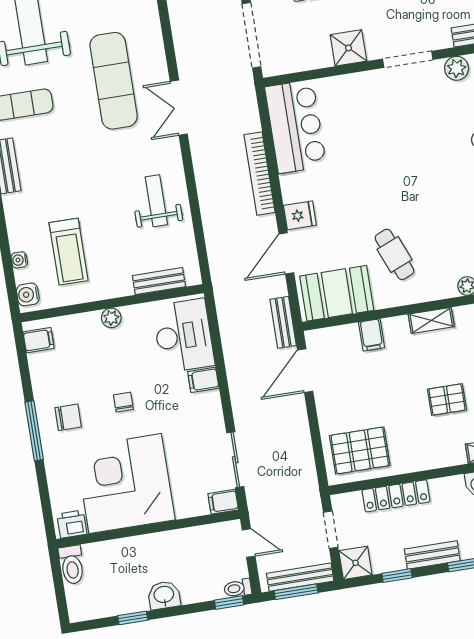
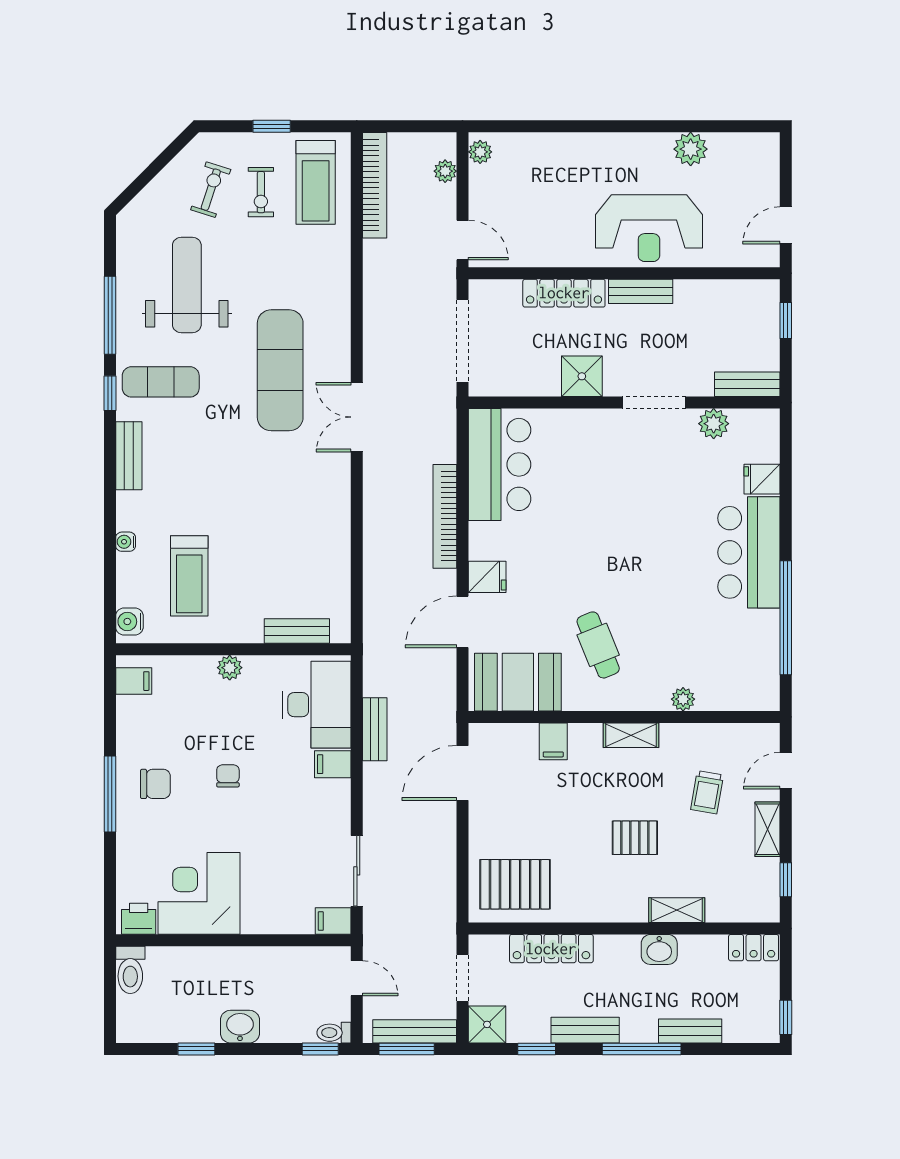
weight bench: (156, 201) -> (310, 530), removed
water cooler: (19, 260) -> (126, 542), moved
bench: (283, 322) -> (375, 729), moved
corner desk: (125, 484) -> (199, 893), width x0.74, depth x0.74

